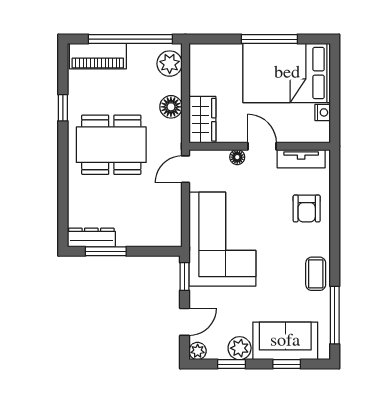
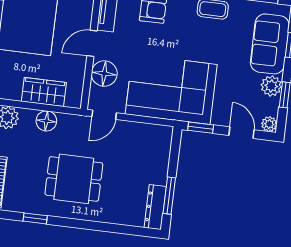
wardrobe: (202, 120) -> (44, 92), moved
dining table: (111, 145) -> (74, 179), width x0.73
floor lamp: (237, 157) -> (104, 74), width x1.89, depth x1.89
door: (186, 169) -> (104, 115), hinge flipped

